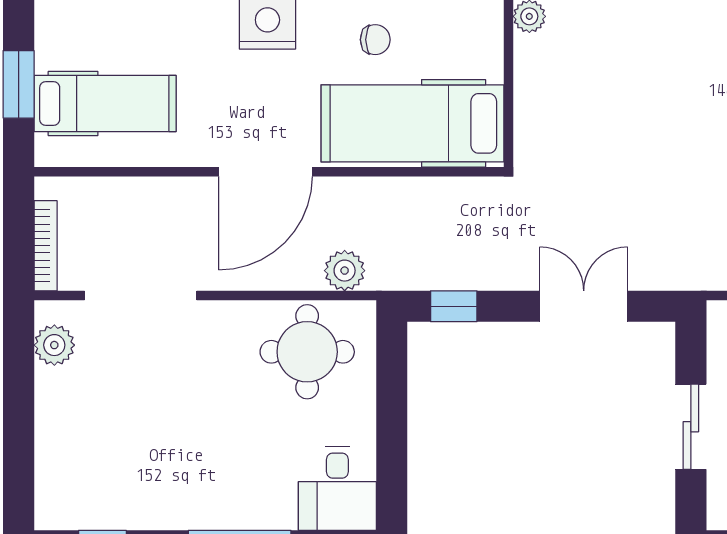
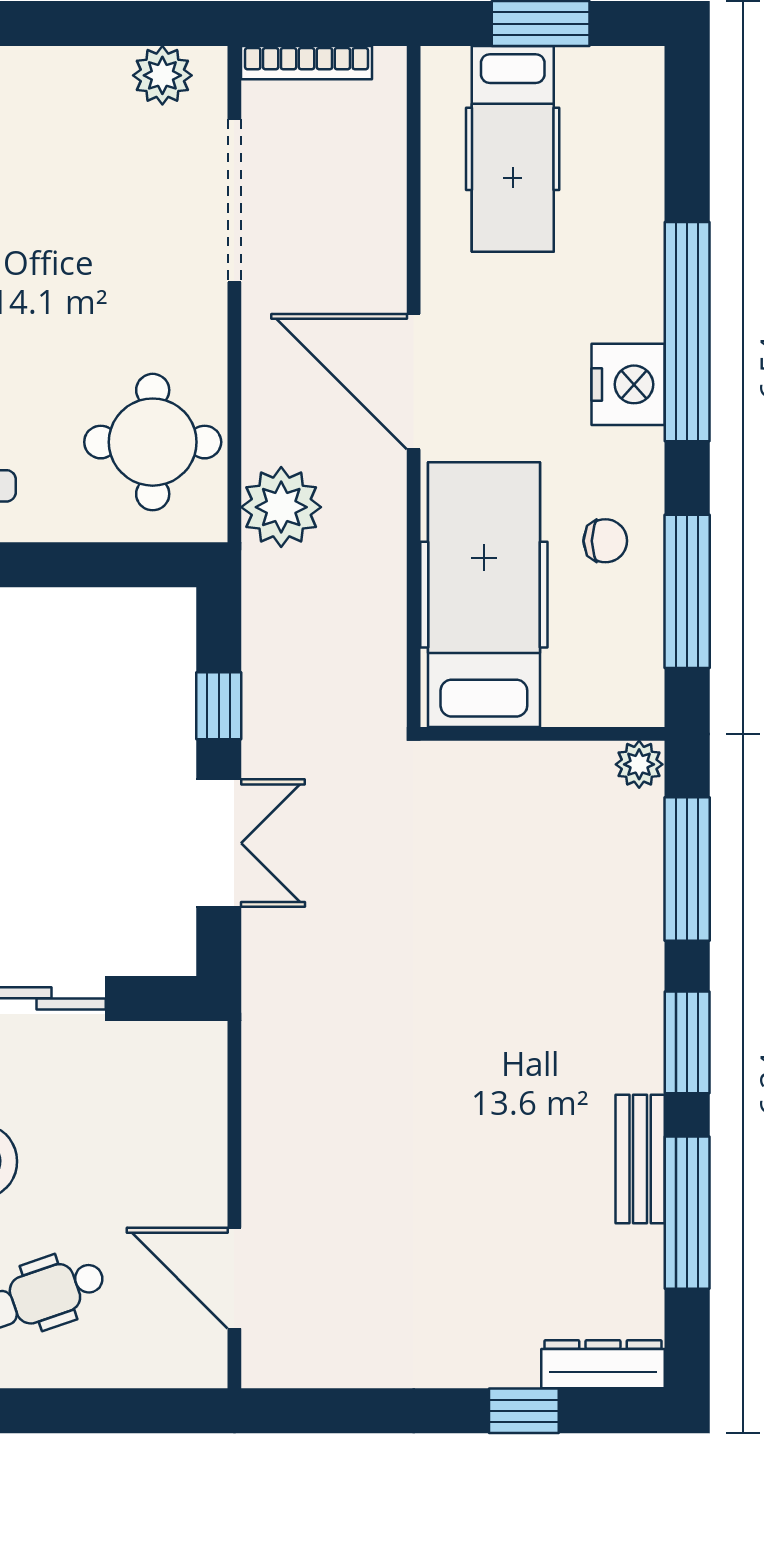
chair: (375, 40) -> (605, 541), turned -90
plant: (345, 271) -> (281, 507), width x1.36, depth x1.36
window: (454, 306) -> (219, 706), moved

